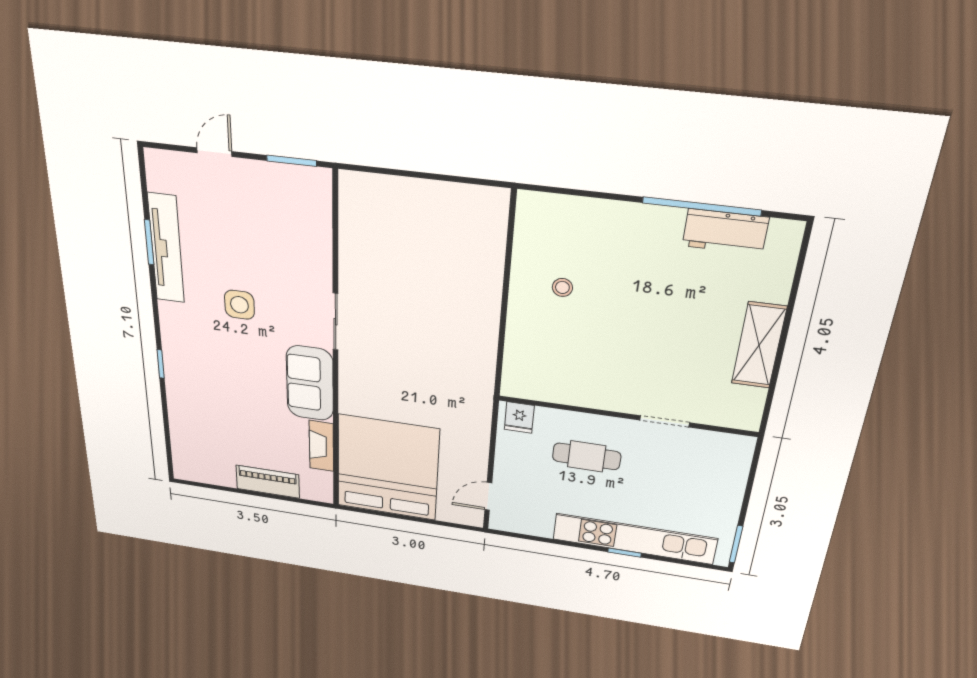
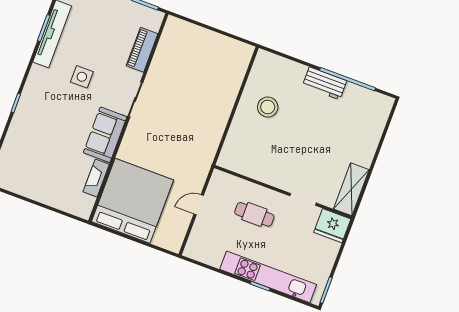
workbench: (725, 232) -> (325, 83), moved
stool: (562, 287) -> (268, 107), width x1.89, depth x1.89
shelving: (759, 345) -> (351, 189), moved
fridge: (519, 417) -> (332, 226), moved, width x1.88, depth x1.34
piano: (268, 482) -> (142, 50), moved, turned -90
door: (488, 496) -> (199, 205), moved

